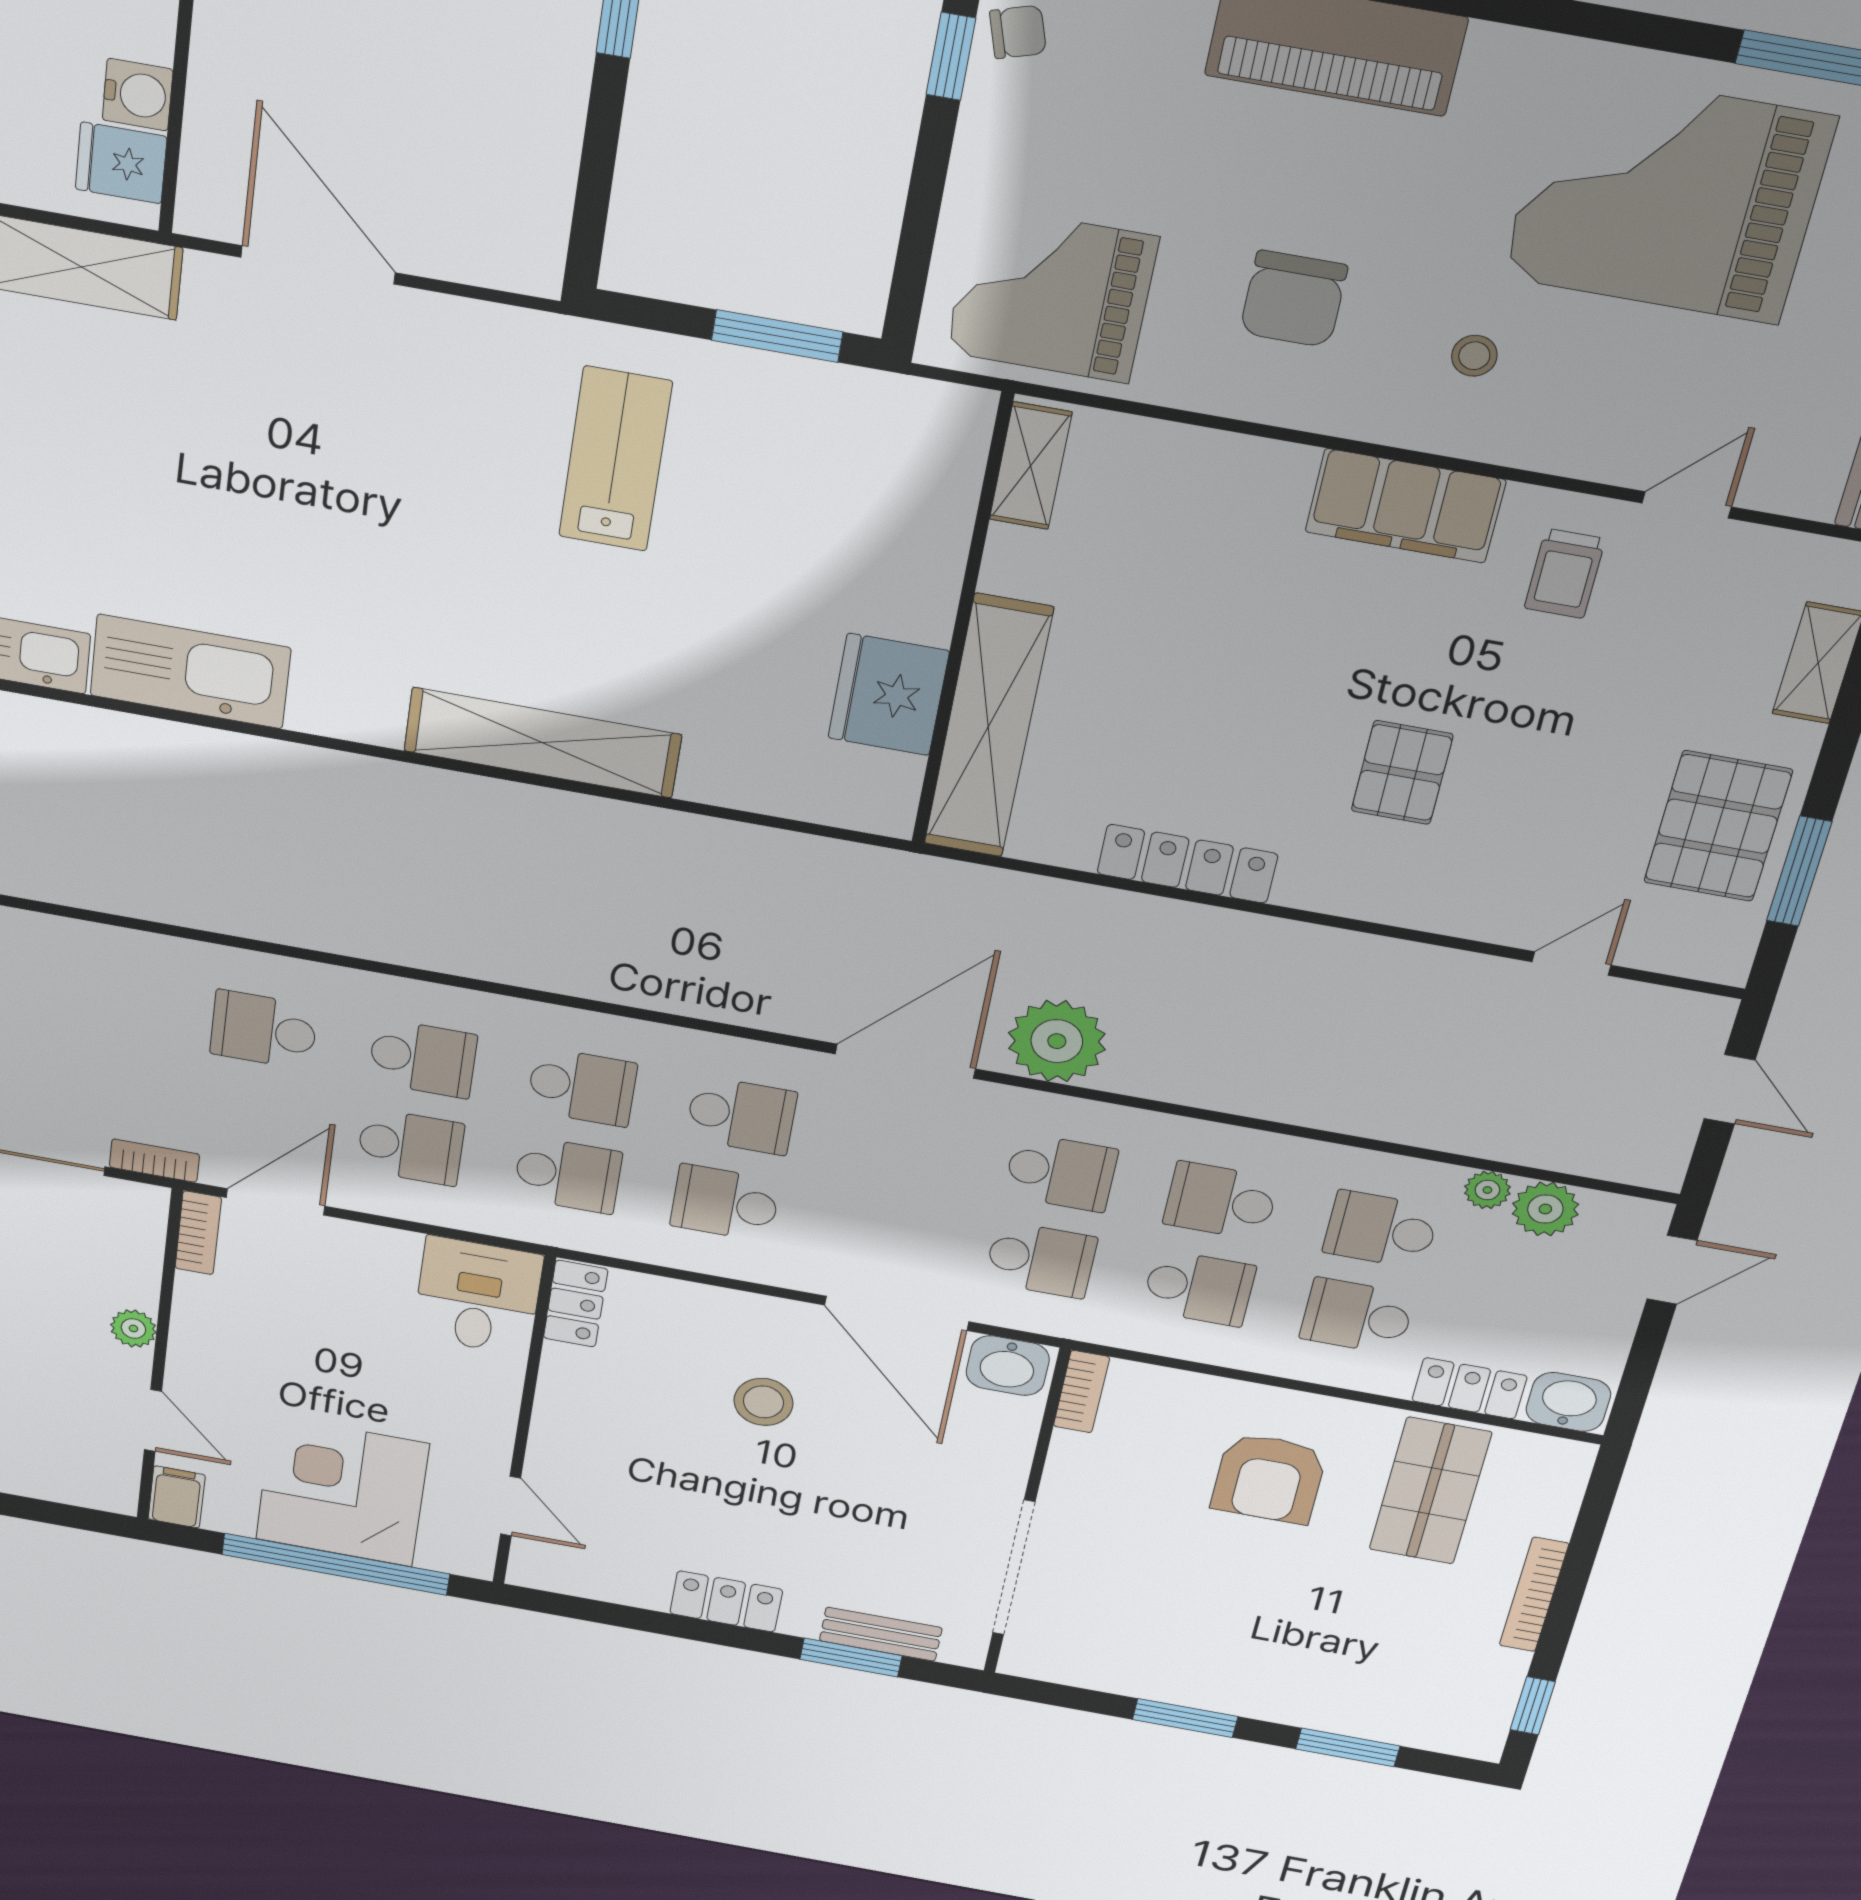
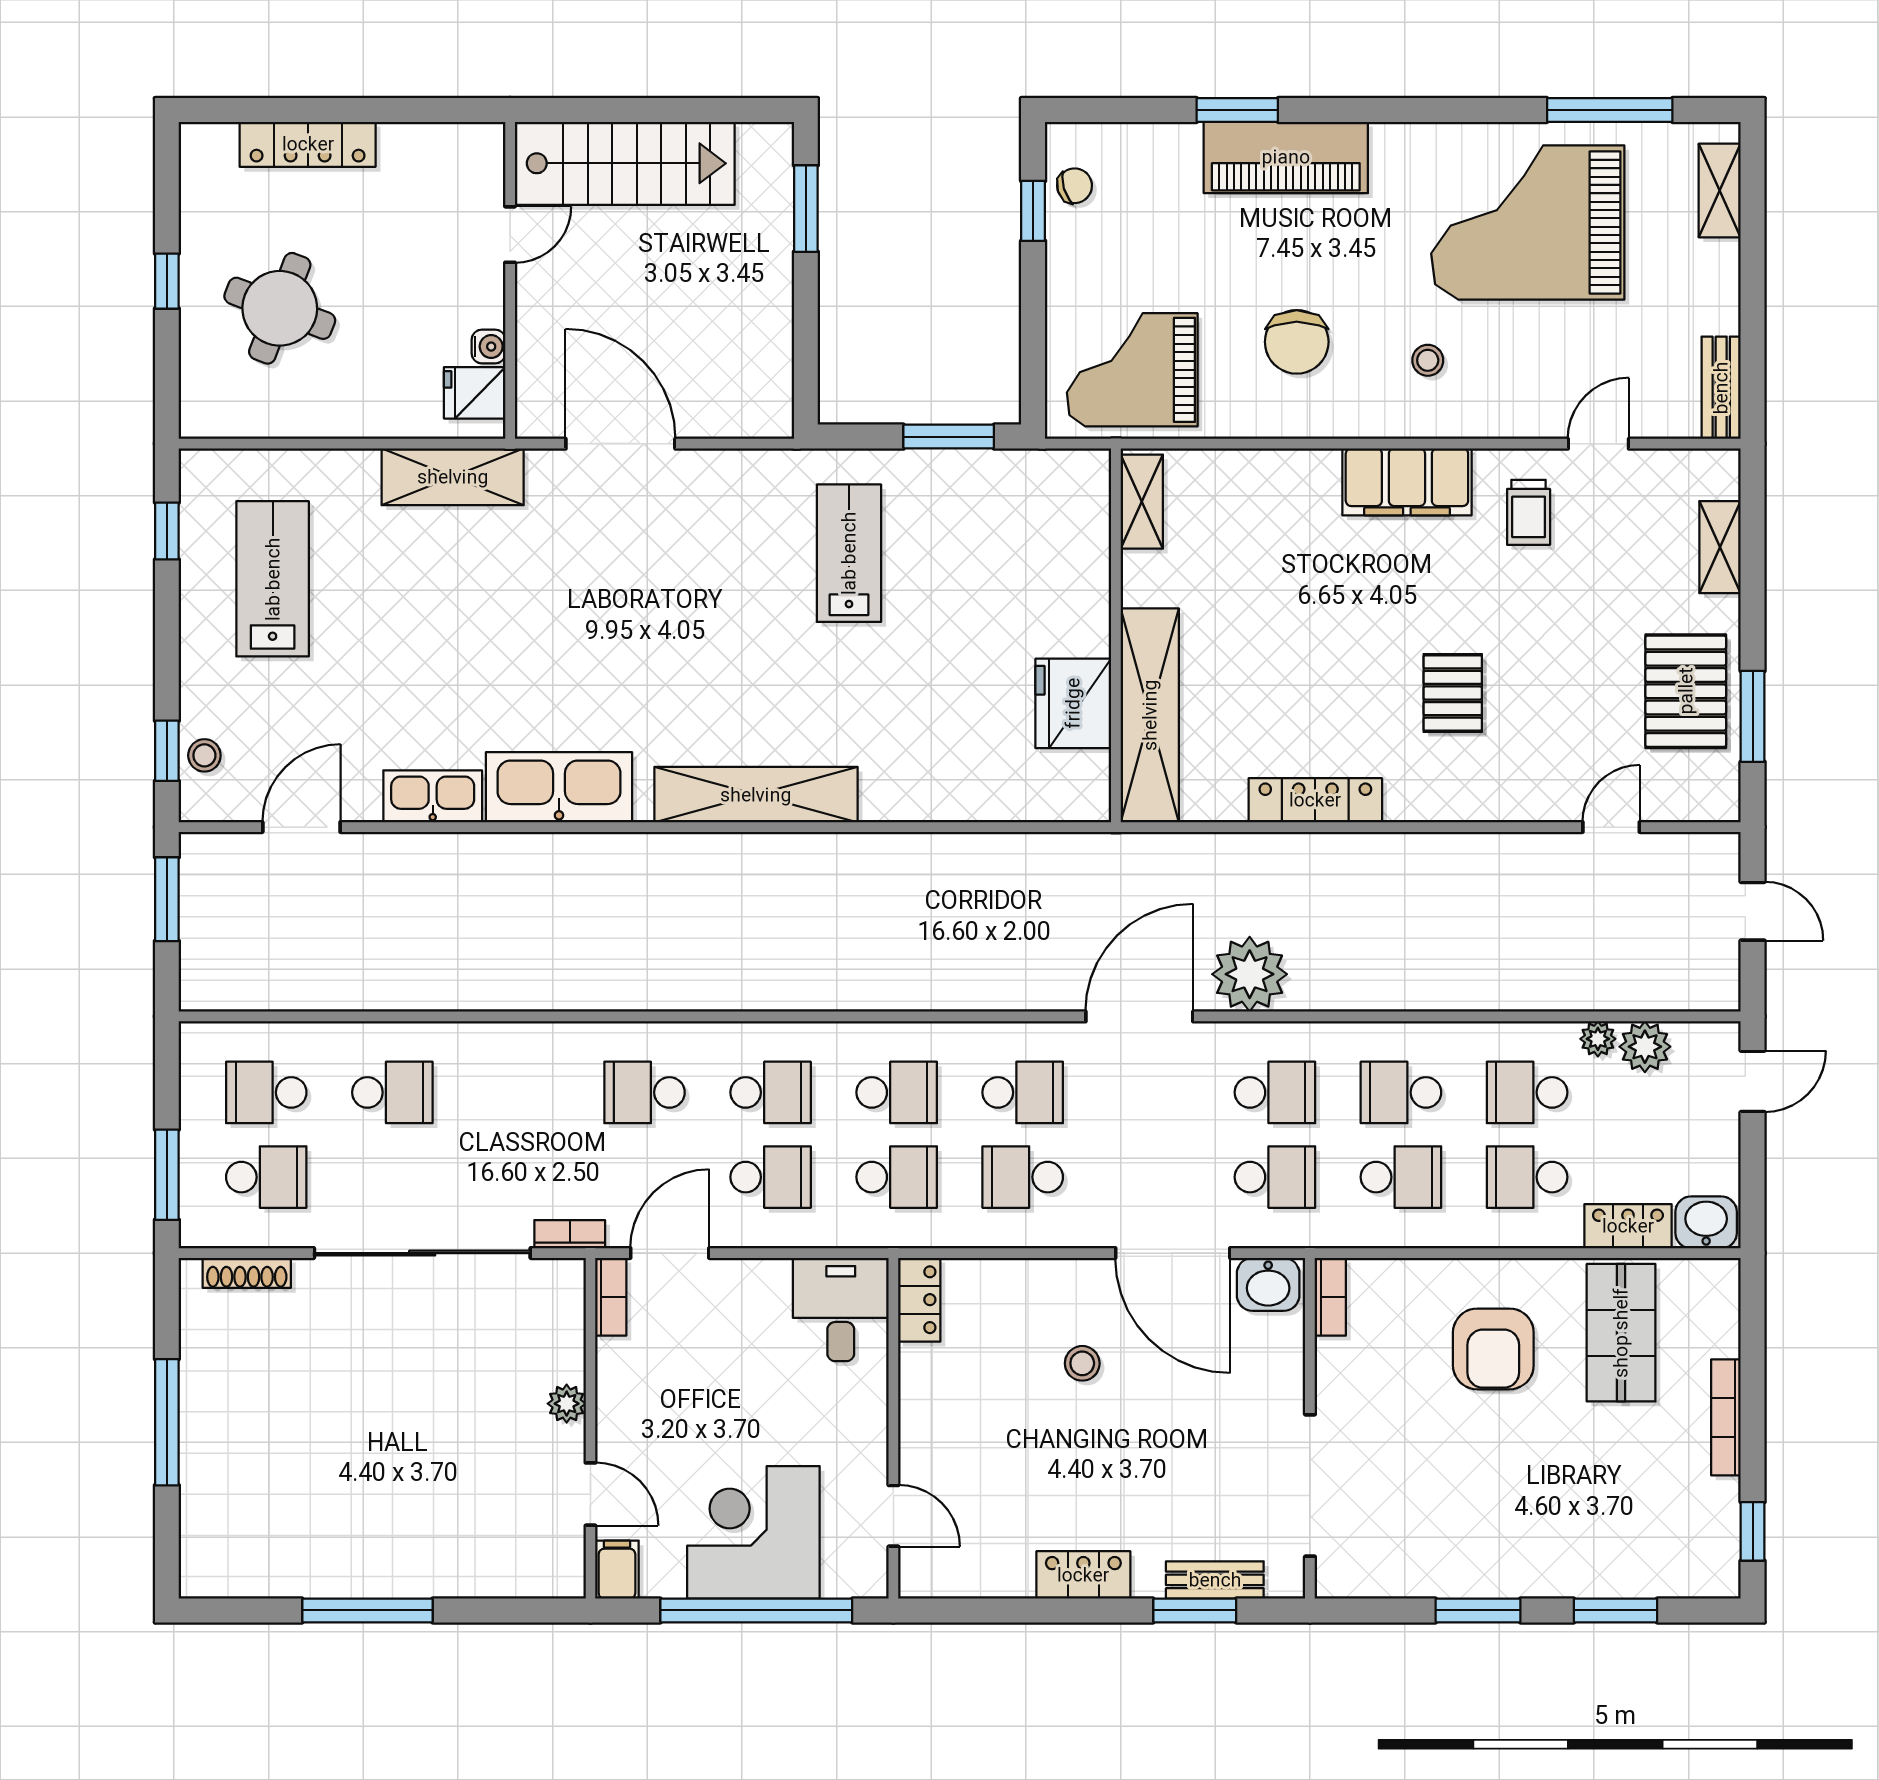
water cooler: (138, 95) -> (488, 347), width x0.72, depth x0.72
shelving: (542, 743) -> (756, 795), moved
stool: (763, 1402) -> (1082, 1363), width x0.73, depth x0.73

